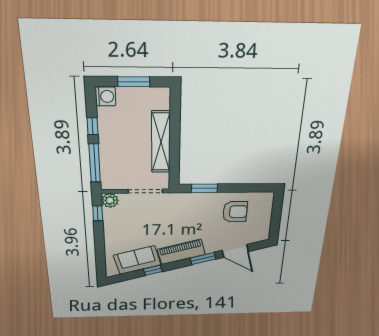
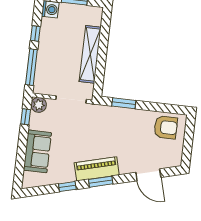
armchair: (235, 212) -> (166, 127), moved
window: (203, 259) -> (101, 182), moved
sofa: (137, 260) -> (37, 151), moved, turned 105

